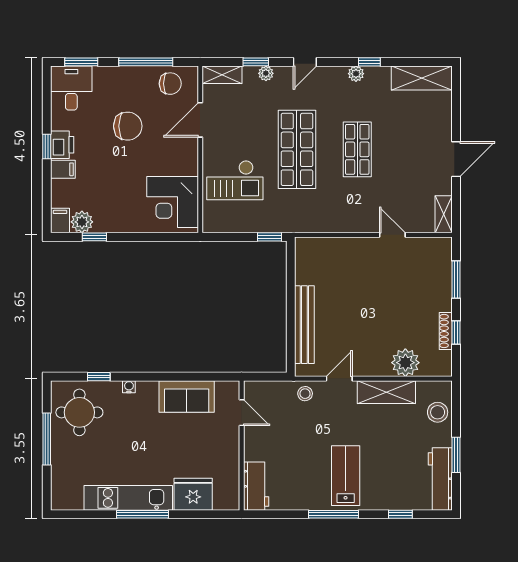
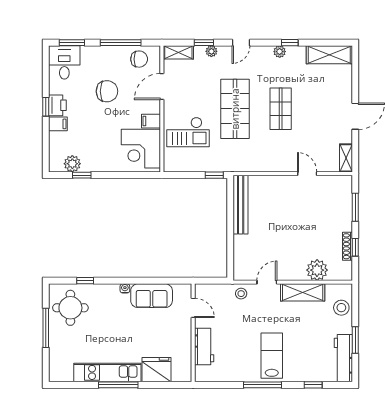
filing cabinet: (60, 221) -> (151, 121), moved, turned -90
bench: (304, 325) -> (241, 205), moved
water cooler: (129, 387) -> (125, 288), moved
workbench: (256, 486) -> (204, 347), moved

